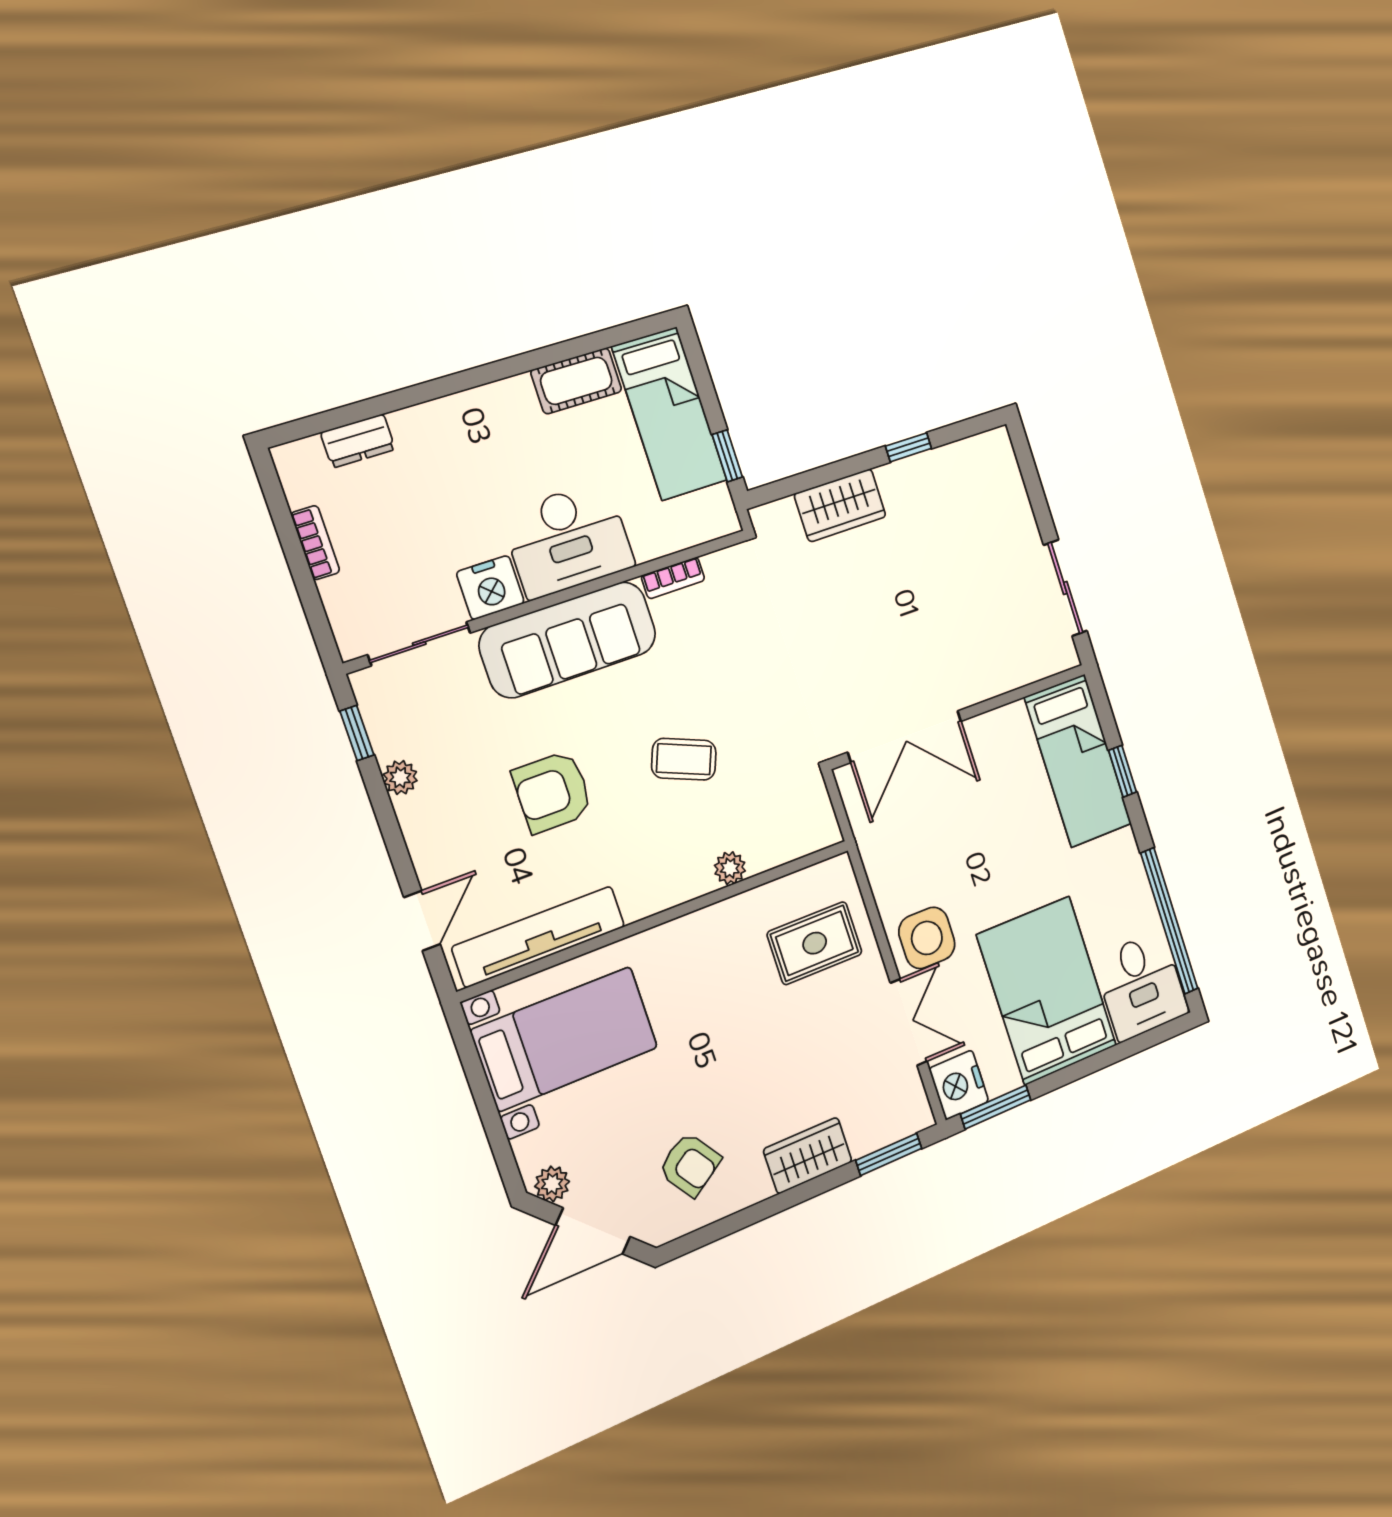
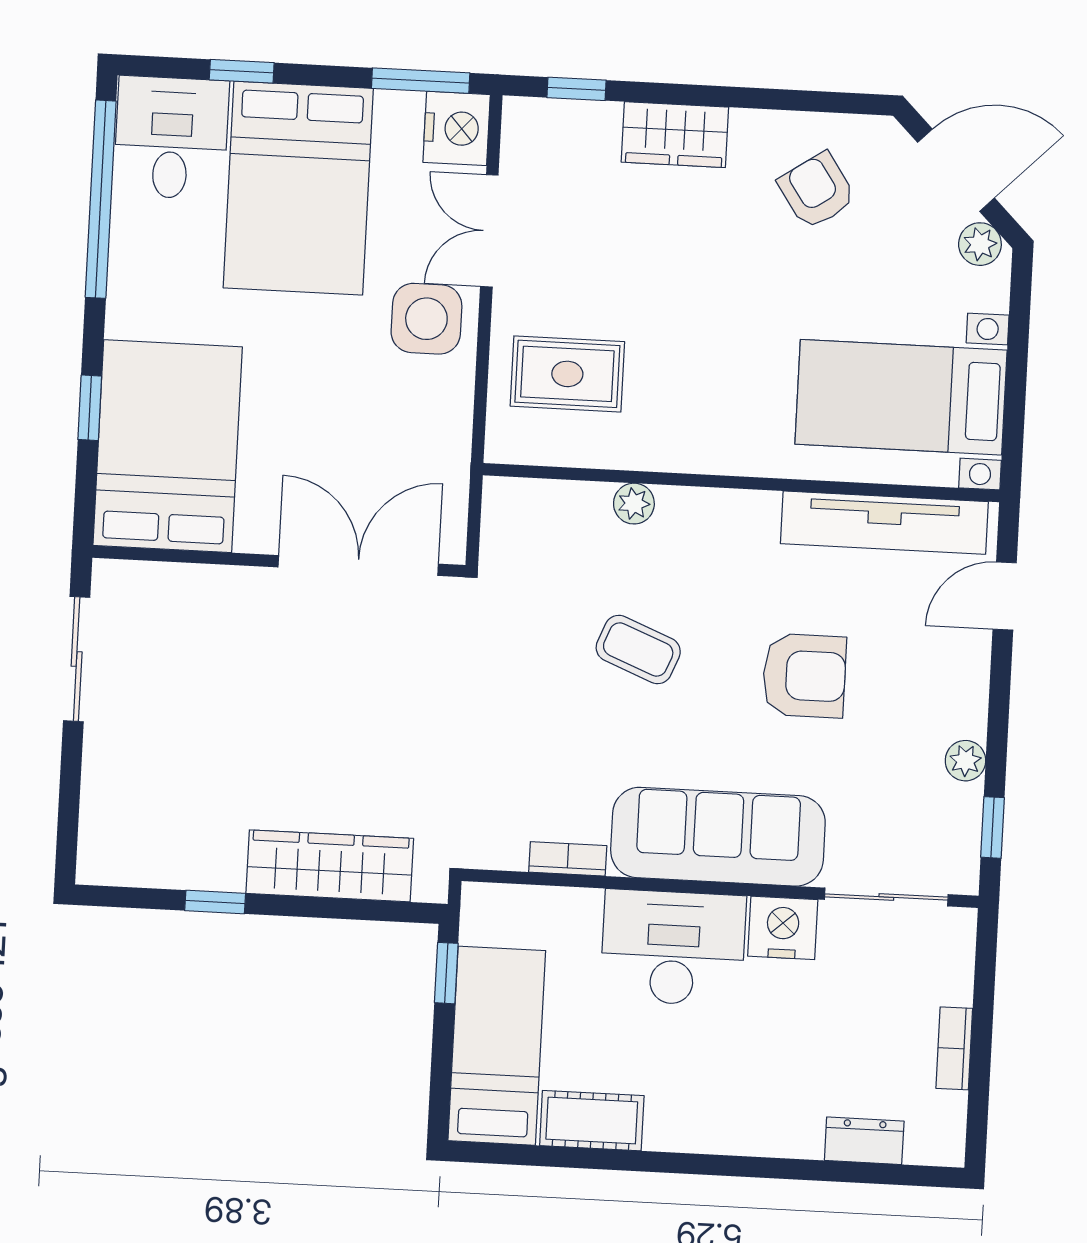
wardrobe: (840, 505) -> (330, 866), width x1.50
bed: (1078, 761) -> (168, 446), width x1.50
window: (1114, 1055) -> (242, 71), added
window: (889, 1154) -> (576, 89), width x0.67

